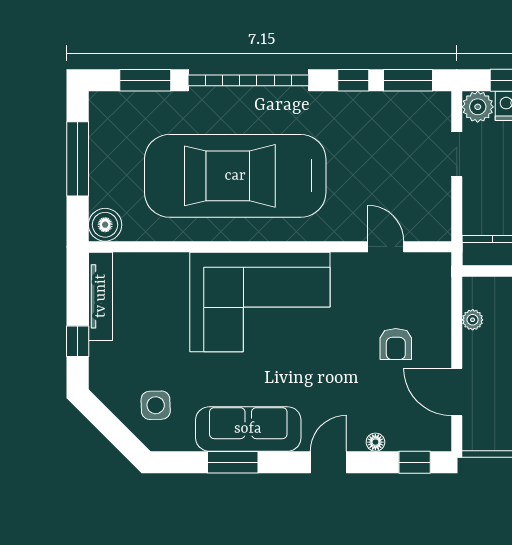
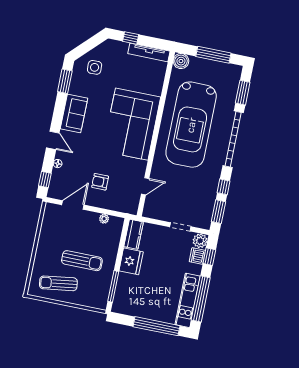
car: (235, 176) -> (191, 125), turned 180
sofa: (248, 429) -> (74, 113), width x0.73
window: (233, 462) -> (65, 81), moved

